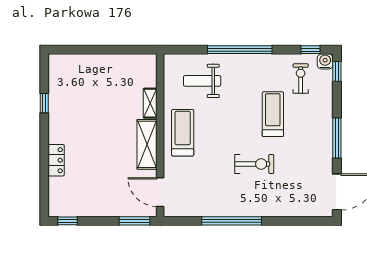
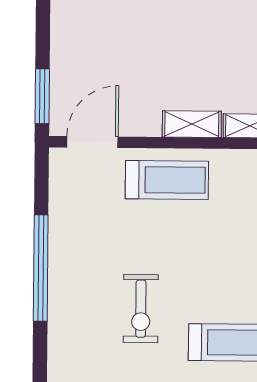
treadmill: (183, 133) -> (167, 180), moved
shelving: (147, 144) -> (192, 124), width x0.67, depth x0.75

